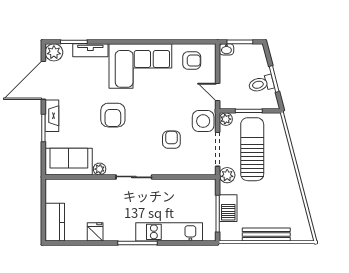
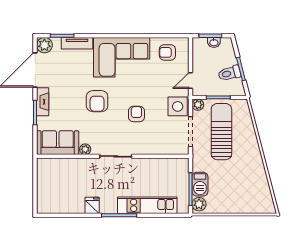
washbasin: (226, 49) -> (214, 42), moved
armchair: (192, 61) -> (167, 52), turned 180
door: (218, 92) -> (191, 80), hinge flipped
armchair: (171, 140) -> (136, 114), moved
plant: (227, 175) -> (199, 204), moved
kitchen counter: (55, 222) -> (45, 197), removed
fridge: (95, 232) -> (92, 205), moved
bench: (266, 235) -> (234, 208), removed

